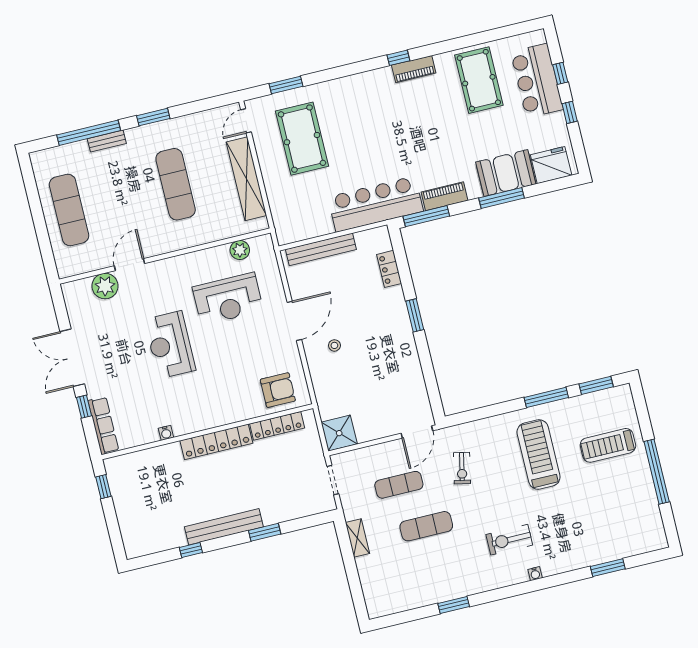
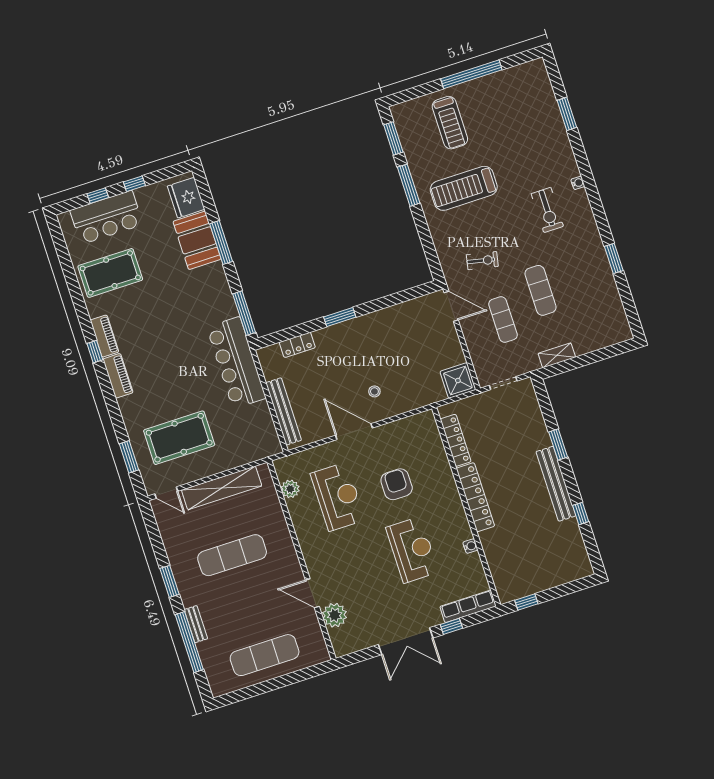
piano: (444, 196) -> (118, 376), moved, turned 180
reception desk: (170, 345) -> (412, 550), moved, turned -90
armchair: (278, 390) -> (397, 484), moved

